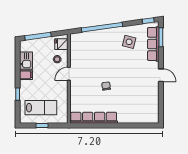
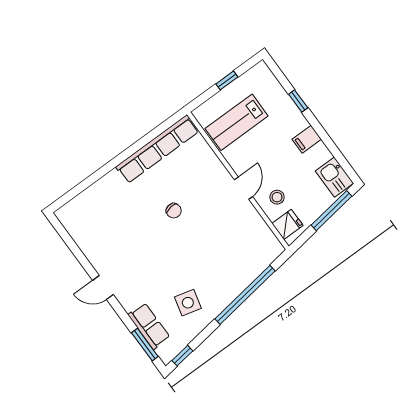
row of seats: (153, 44) -> (149, 326), width x0.68
kitchen sink: (26, 61) -> (334, 177), moved
lab bench: (41, 108) -> (237, 122), moved

